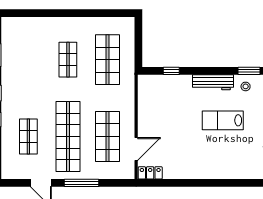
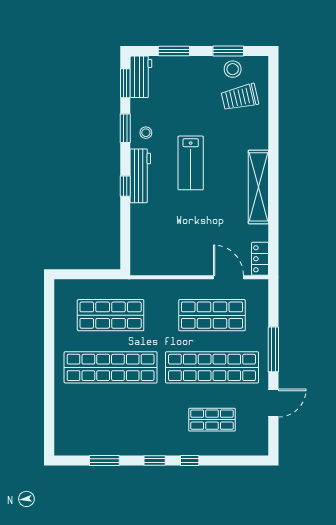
shop shelf: (68, 60) -> (111, 367), width x2.00, depth x1.36
window: (171, 71) -> (125, 186), moved
shelving: (205, 172) -> (258, 187), added

